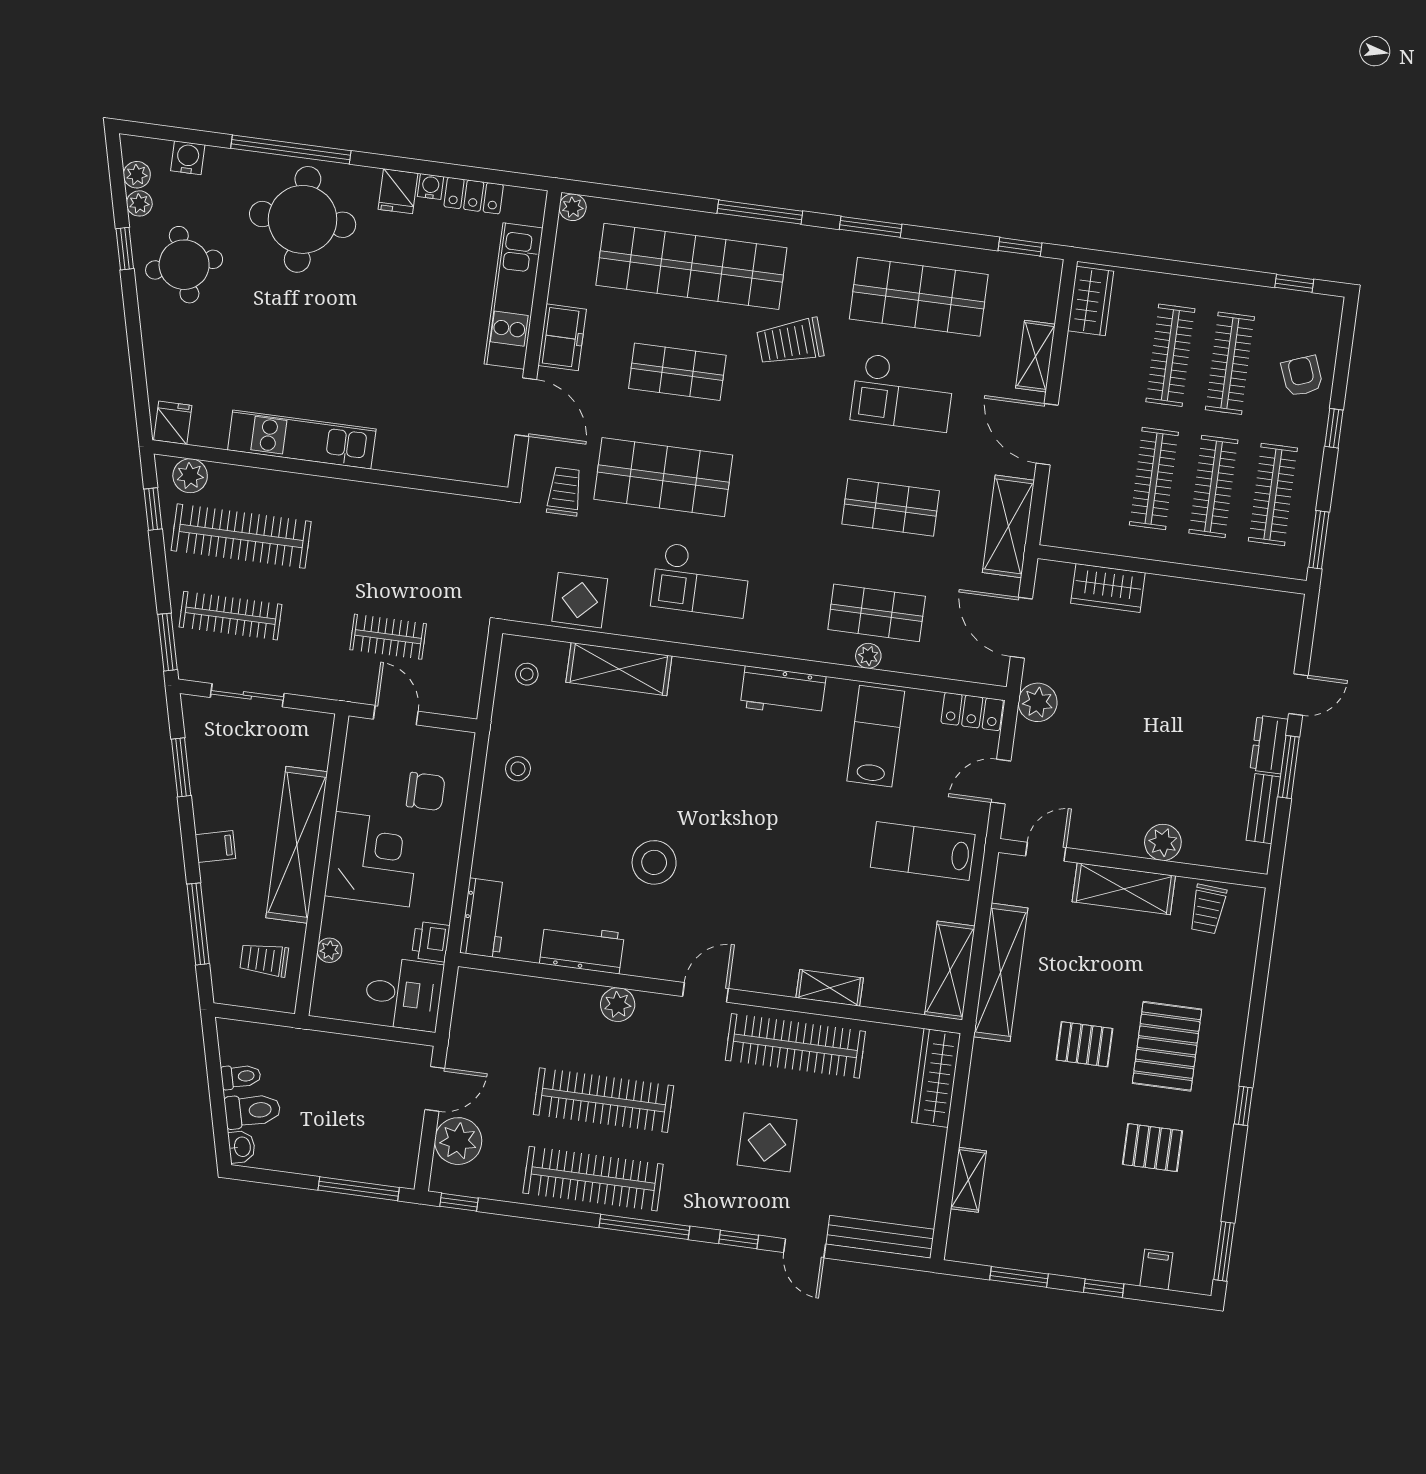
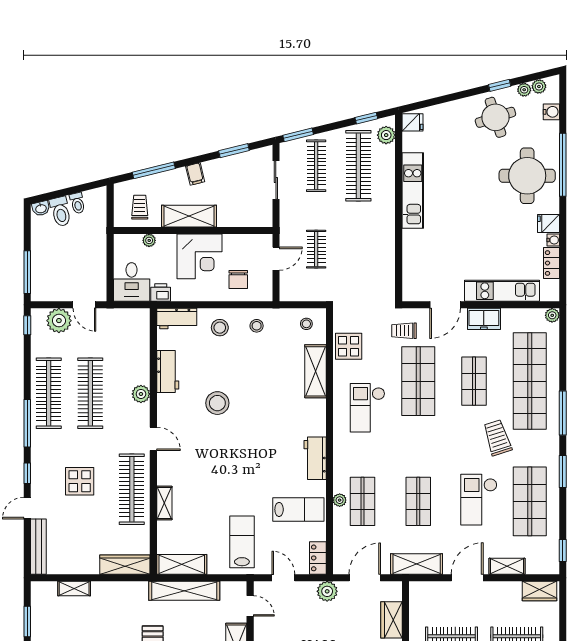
trolley: (564, 491) -> (404, 331), turned 180
stool: (512, 839) -> (220, 328), added
shelving: (297, 845) -> (189, 216), width x0.68

